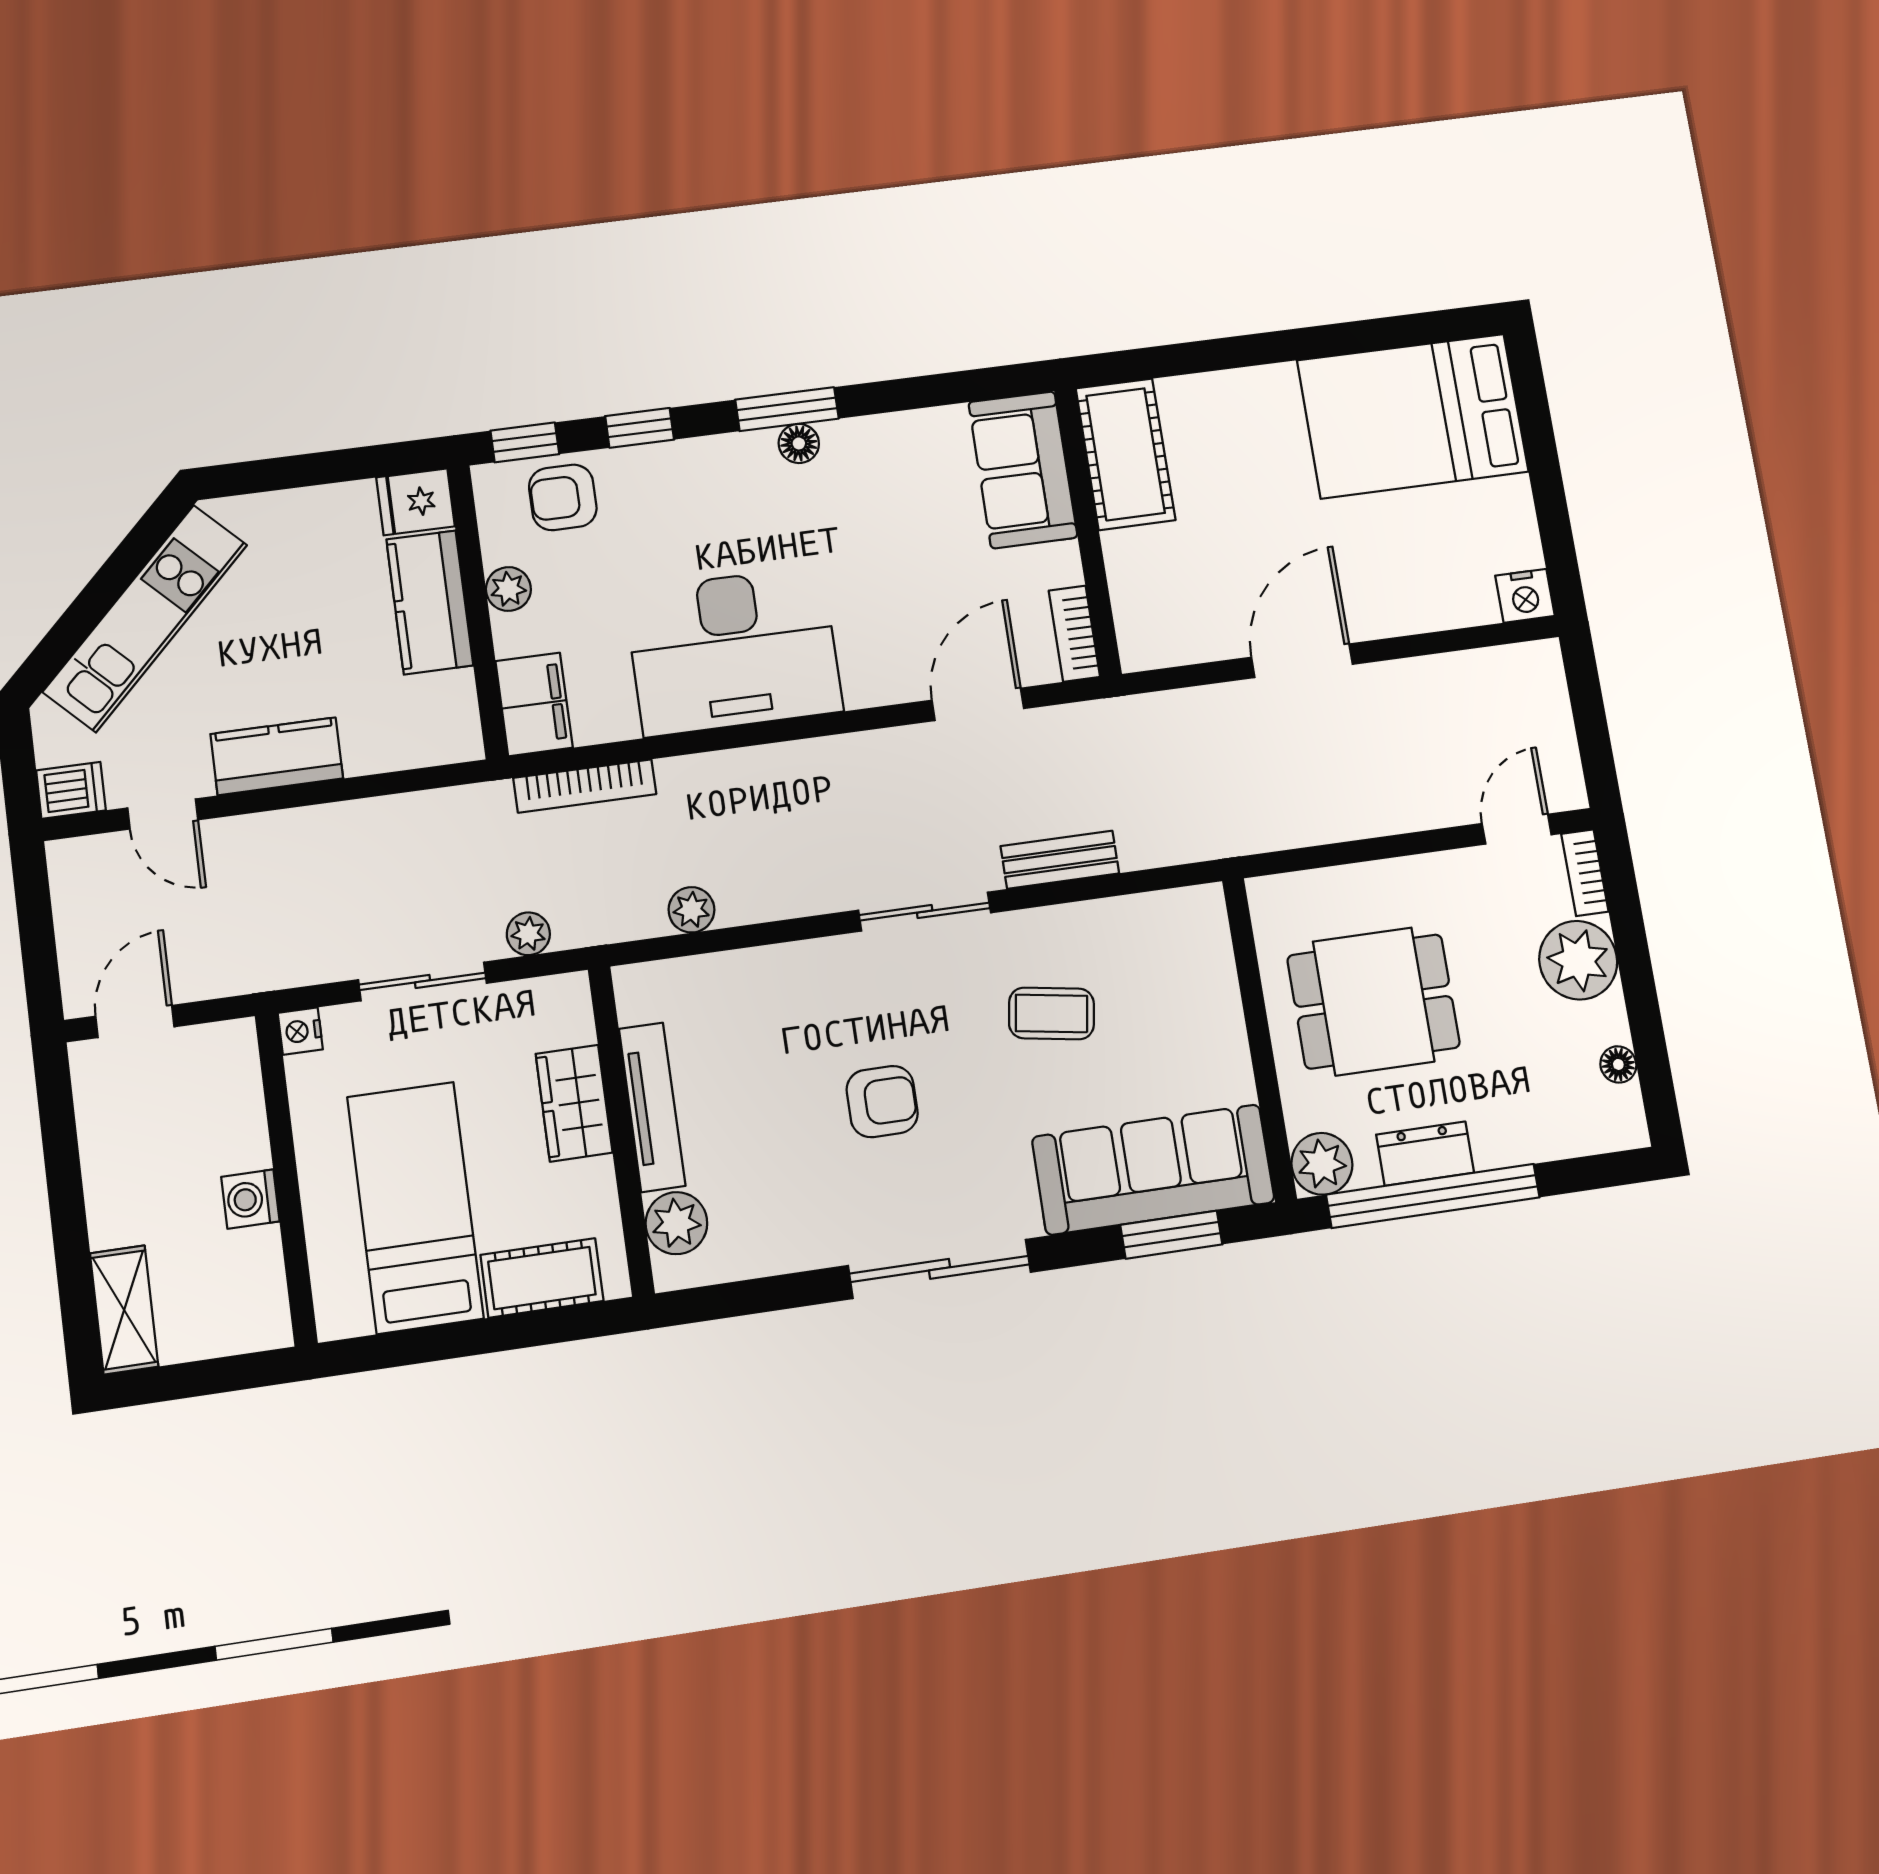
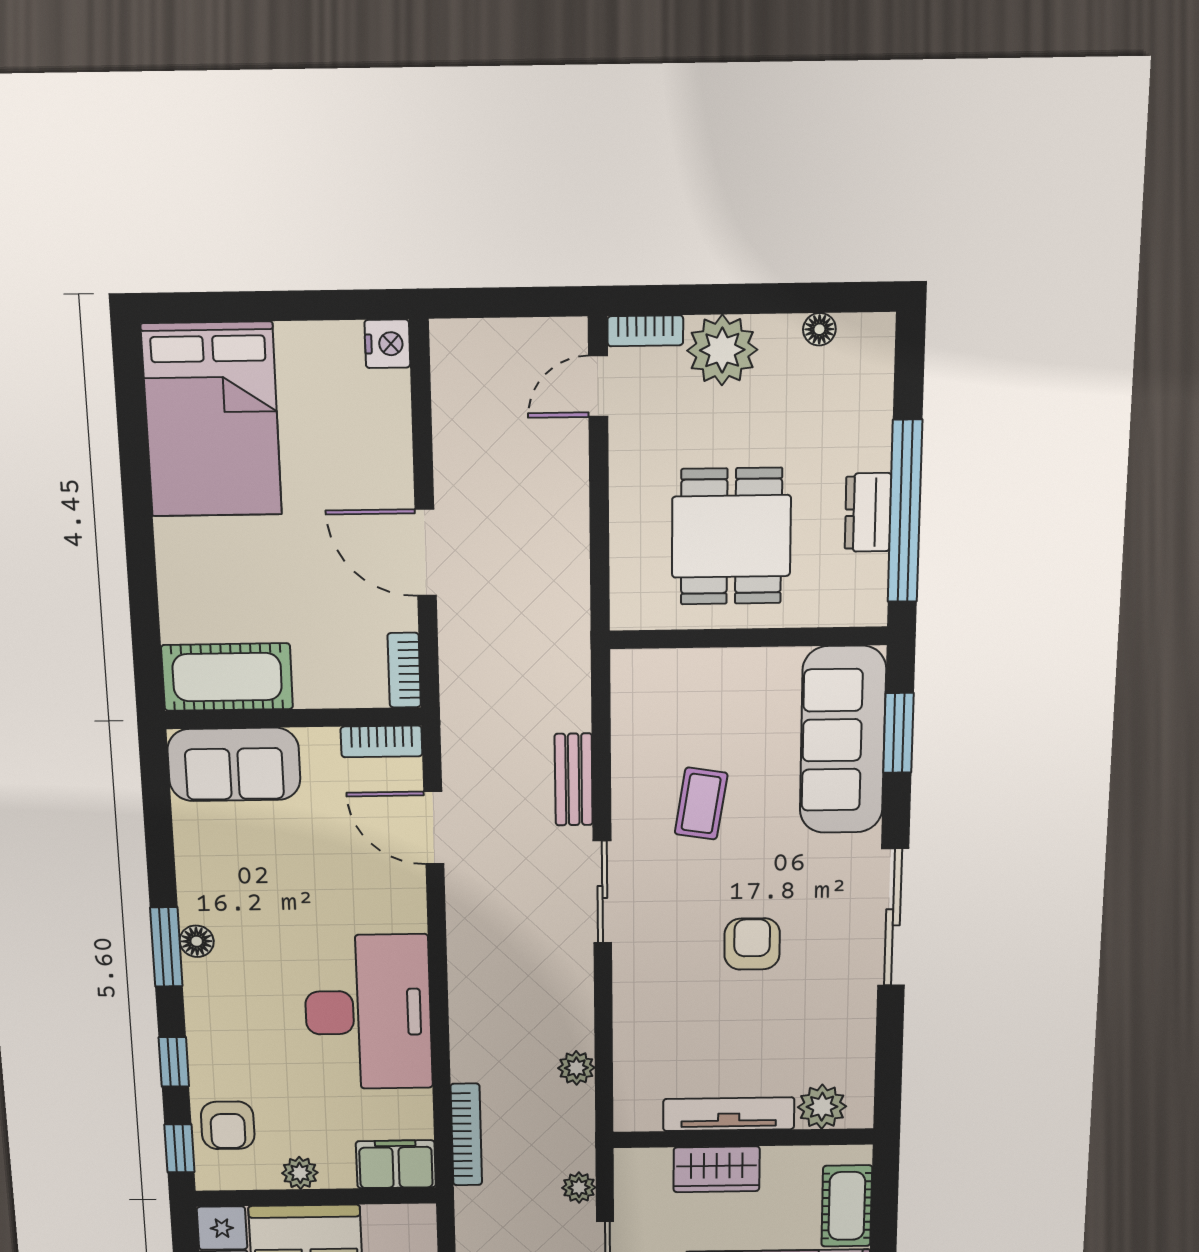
bookcase: (1163, 651) -> (404, 670), added
door: (1517, 829) -> (598, 386), hinge flipped
plant: (1322, 1164) -> (862, 601), removed

